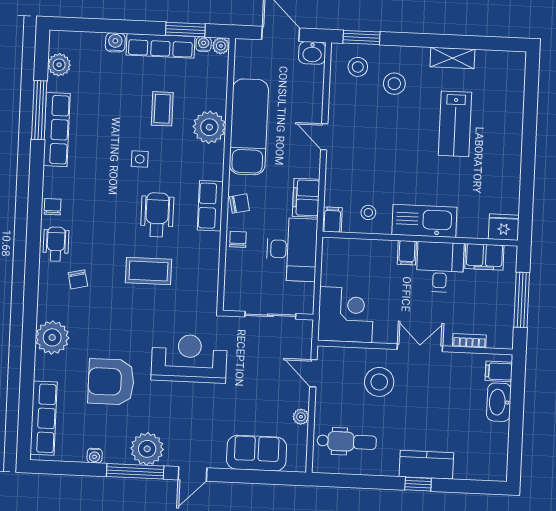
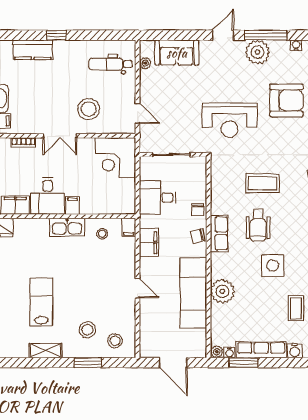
window: (361, 38) -> (88, 363), moved
washbasin: (312, 53) -> (149, 350), removed
coffee table: (162, 109) -> (296, 308), moved
side table: (140, 159) -> (273, 266), width x1.87, depth x1.87
kitchen sink: (424, 221) -> (67, 227), width x0.73, depth x0.81
desk: (292, 249) -> (158, 198), width x0.73
plant: (301, 417) -> (145, 63), moved
kitchen counter: (426, 465) -> (33, 50), moved

